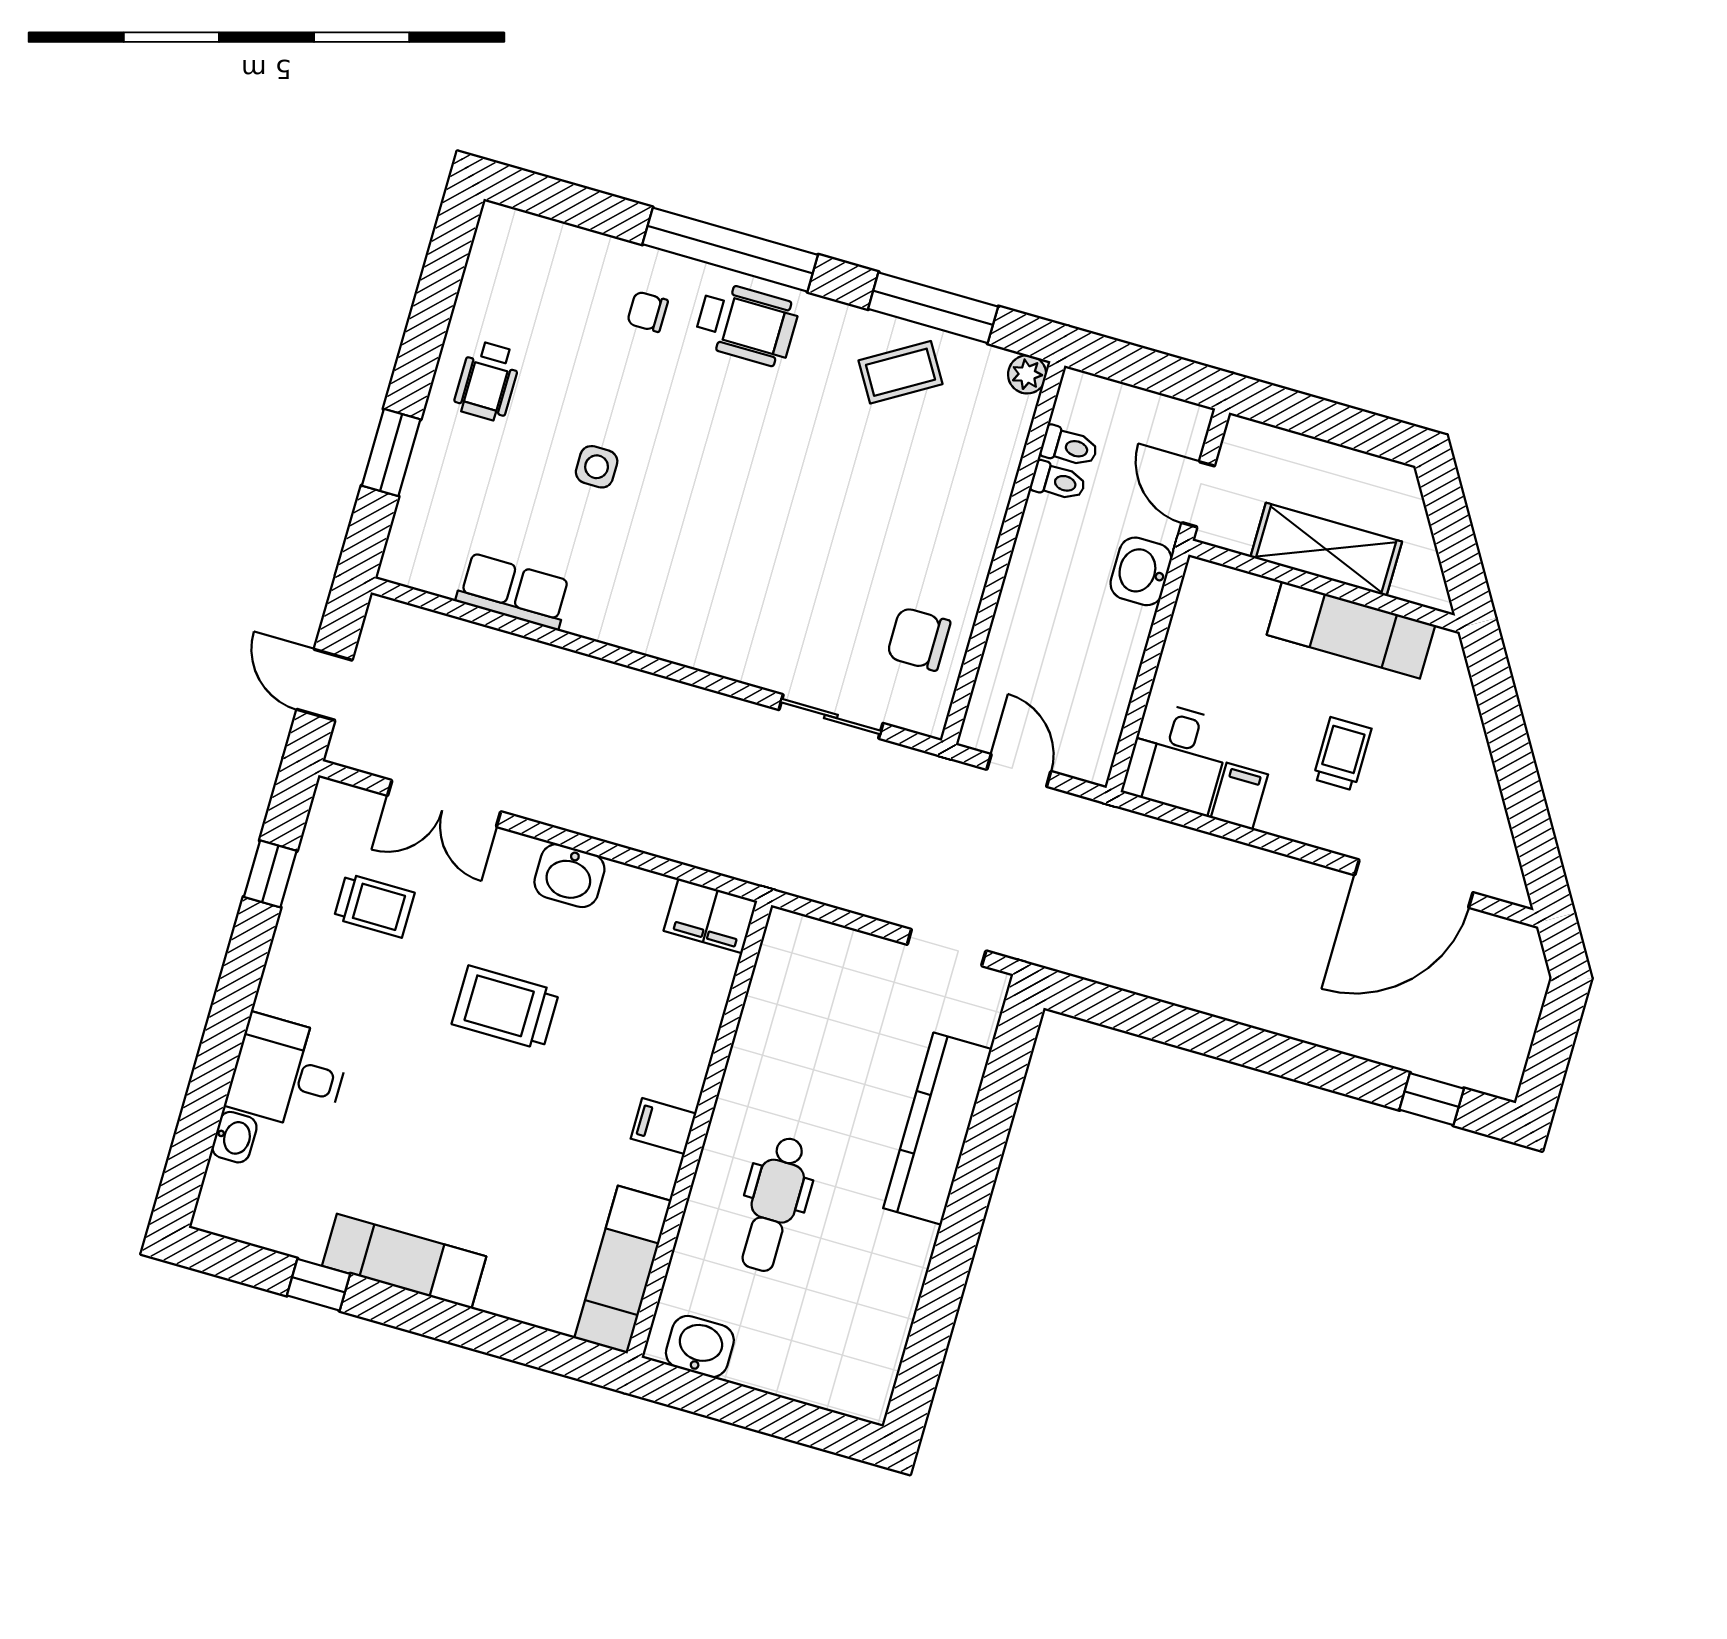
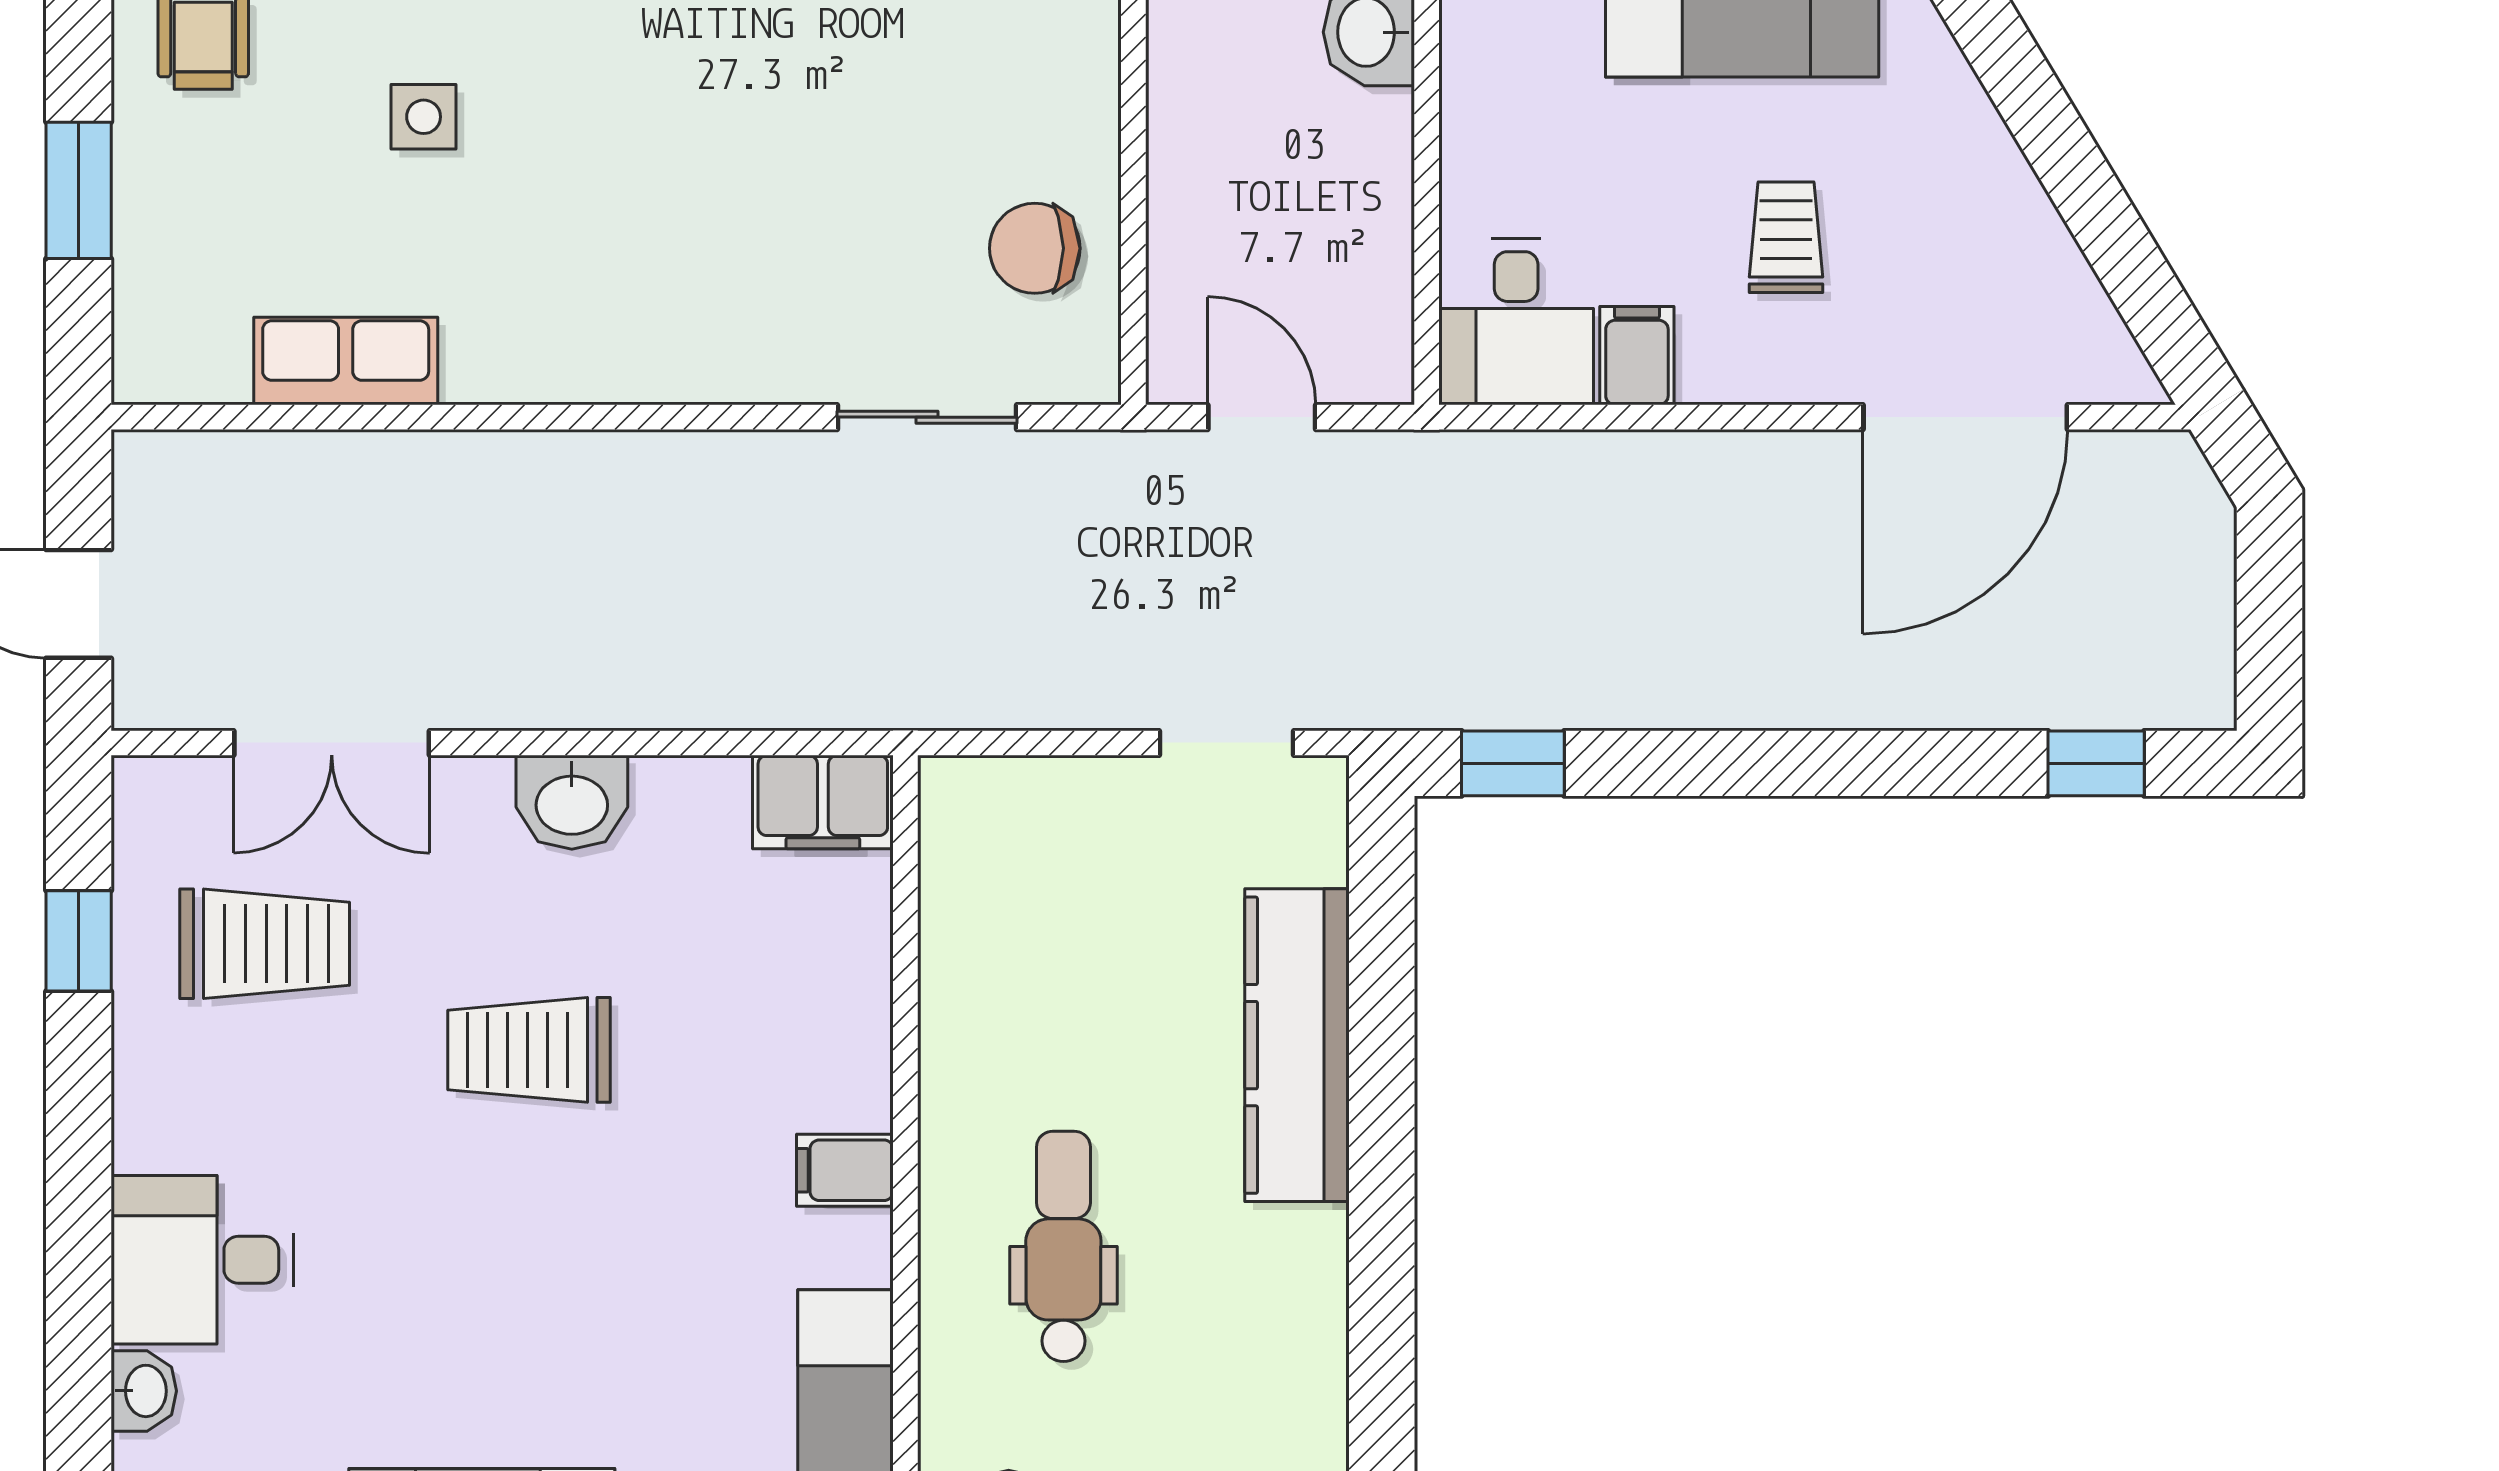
trolley: (374, 905) -> (265, 944), width x1.36, depth x1.39
window: (1104, 1005) -> (1513, 763), added
dental chair: (774, 1204) -> (1063, 1246), turned 180

